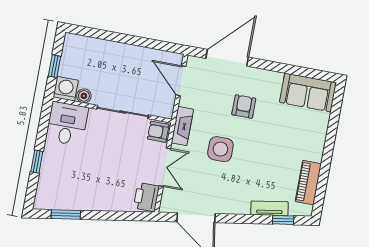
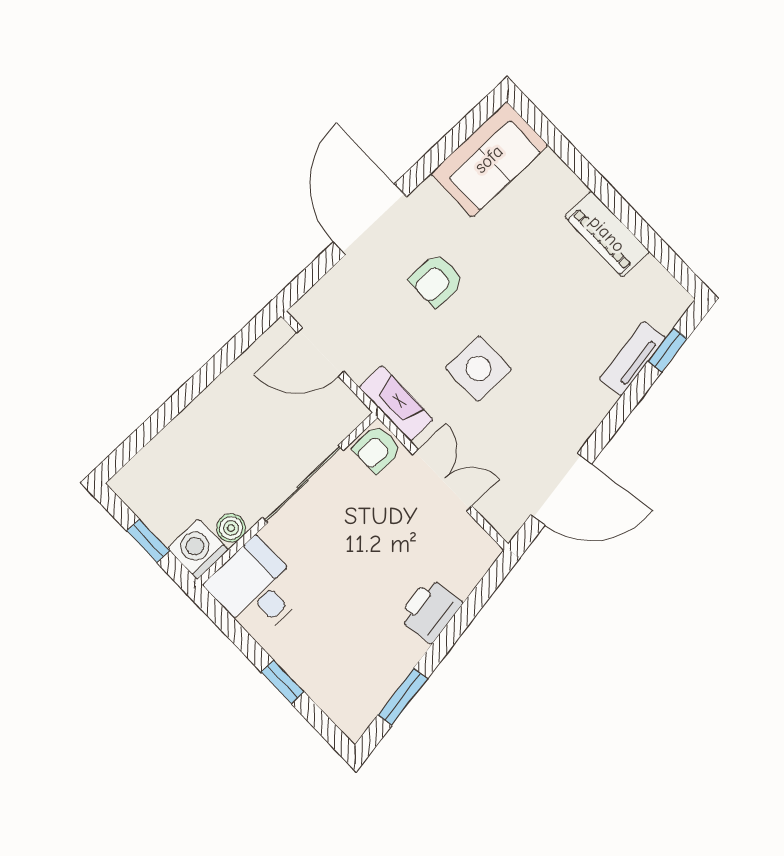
door: (227, 58) -> (370, 219), moved
armchair: (244, 106) -> (437, 280), turned -90
piano: (308, 183) -> (607, 234), moved
printer: (146, 197) -> (430, 610), moved, turned 81

